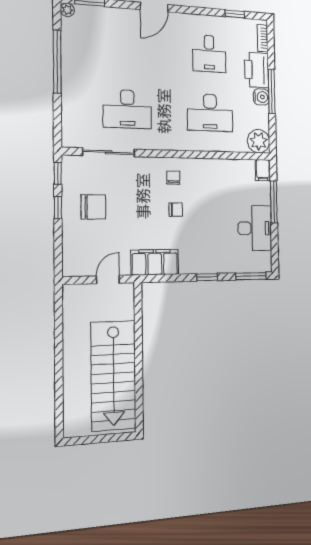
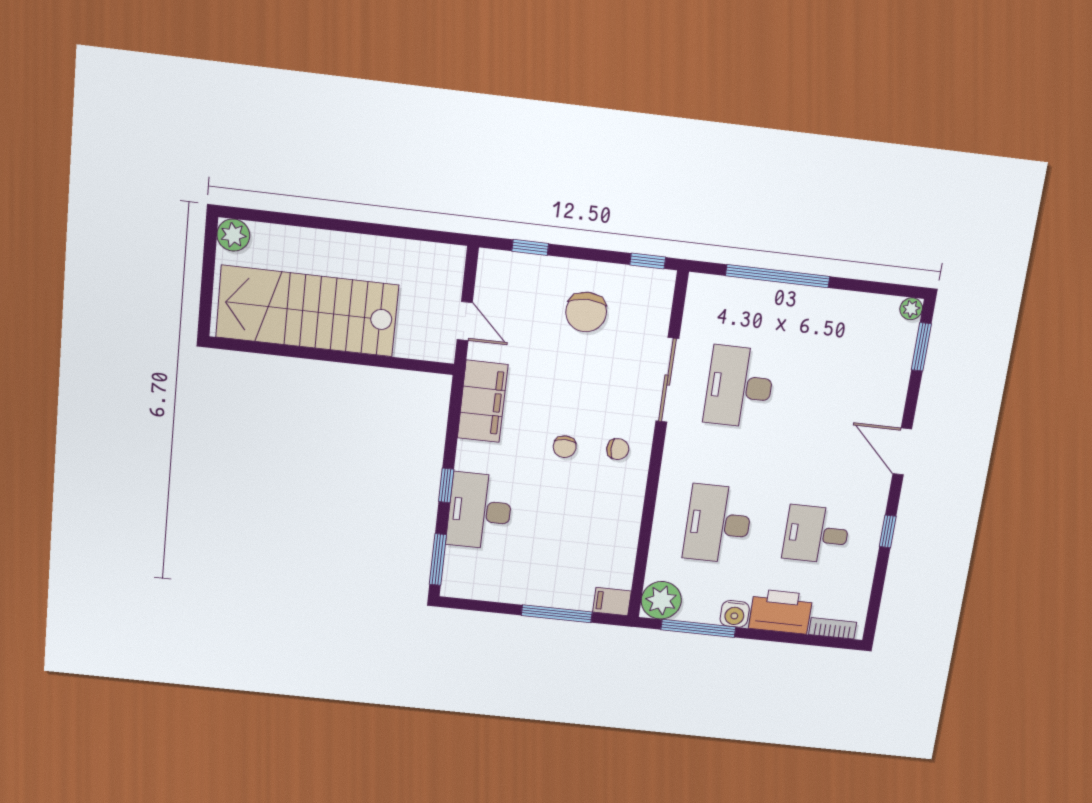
window: (235, 14) -> (888, 531), moved
window: (57, 61) -> (778, 276), moved
window: (272, 91) -> (698, 628), moved
sliding door: (109, 152) -> (667, 380), moved
window: (58, 208) -> (530, 247), moved
desk: (255, 228) -> (480, 511), moved, turned 90
plant: (73, 427) -> (233, 235), added

